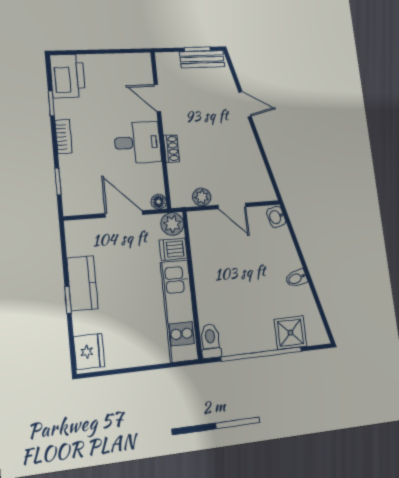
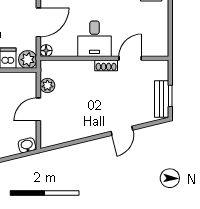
shoe rack: (172, 149) -> (106, 65), moved

